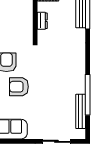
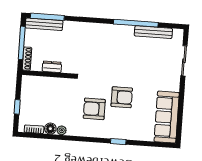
armchair: (19, 87) -> (122, 97), turned -90

